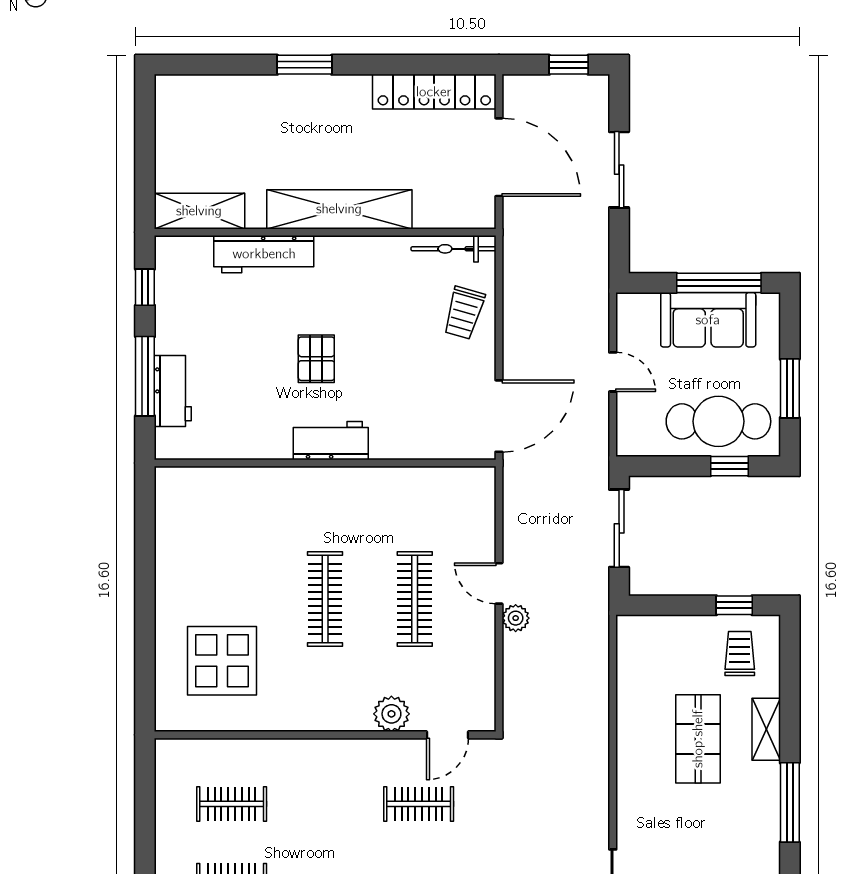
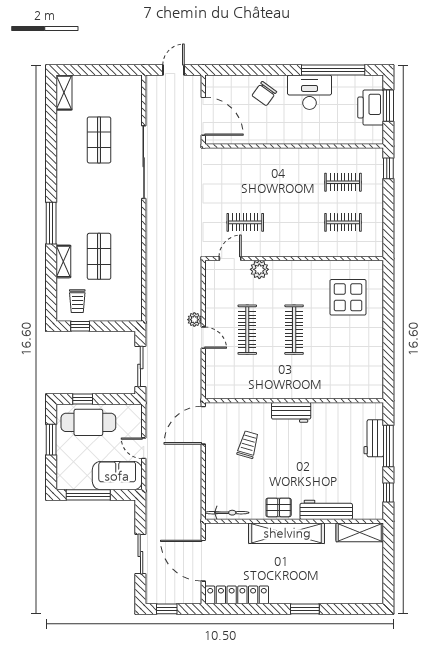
trolley: (464, 313) -> (248, 445), moved
sofa: (708, 320) -> (117, 476), moved
pallet: (316, 359) -> (279, 507), moved, turned 90

